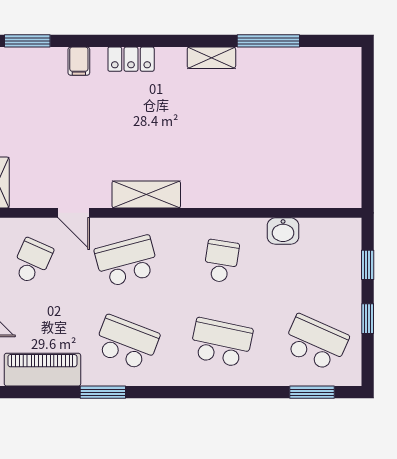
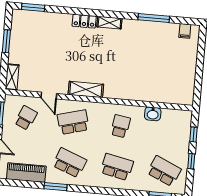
shelving: (211, 58) -> (109, 23), moved
filing cabinet: (79, 61) -> (185, 31), moved

